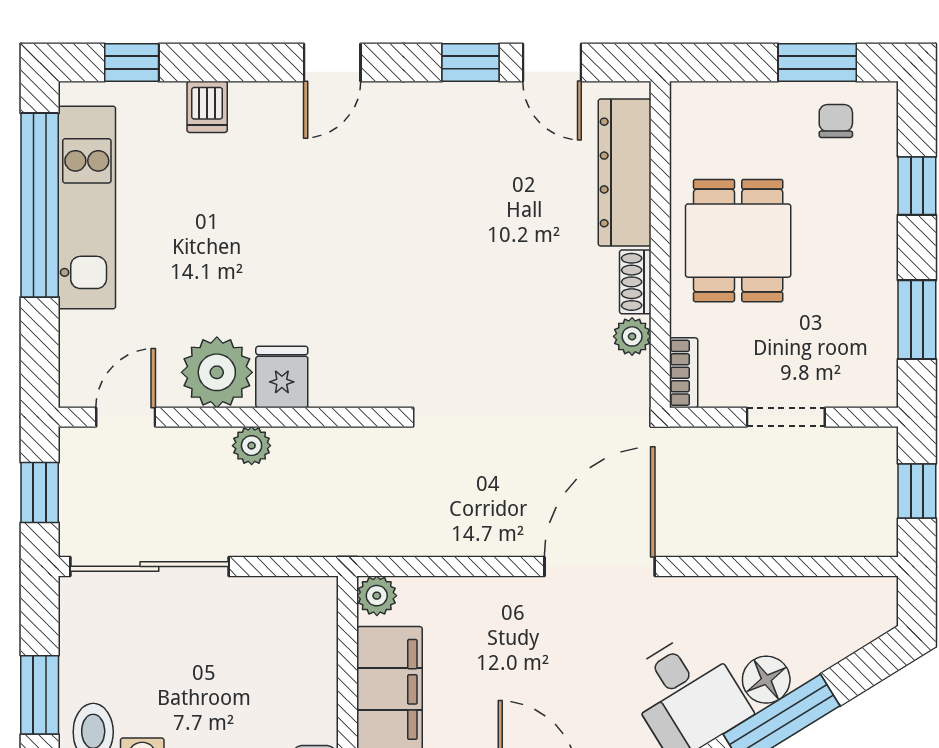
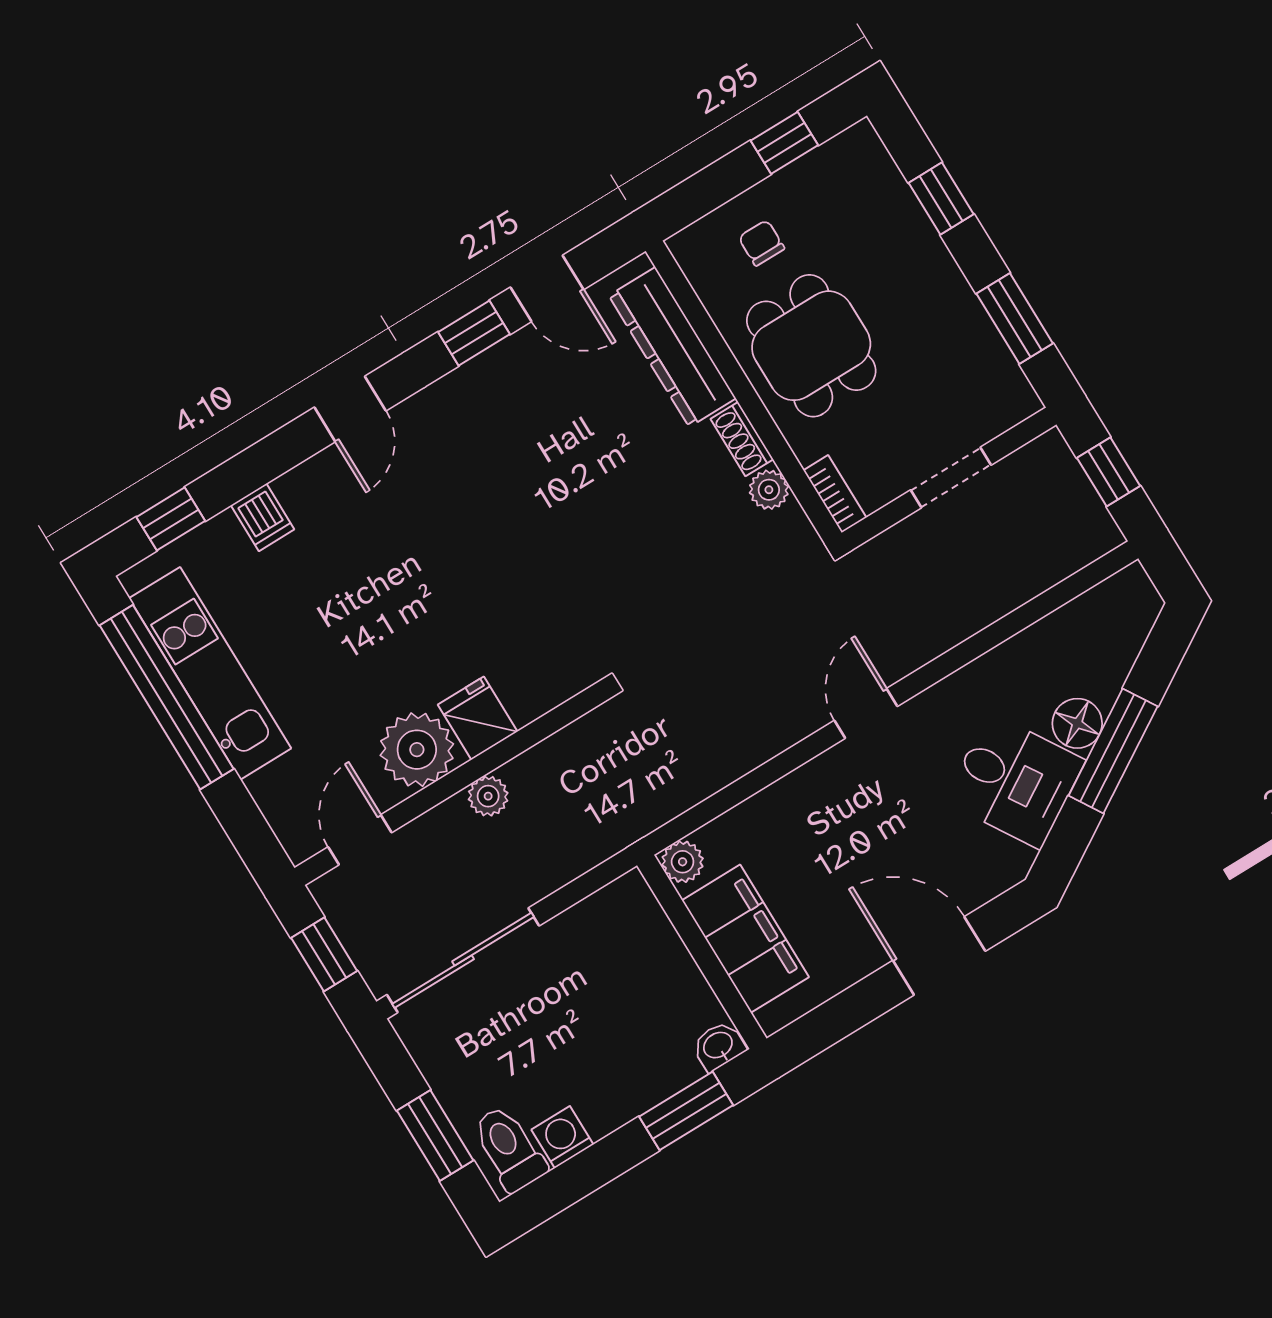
window: (817, 62) -> (784, 143), width x0.67
chair: (836, 121) -> (761, 243), moved
door: (600, 566) -> (866, 713), width x0.53

